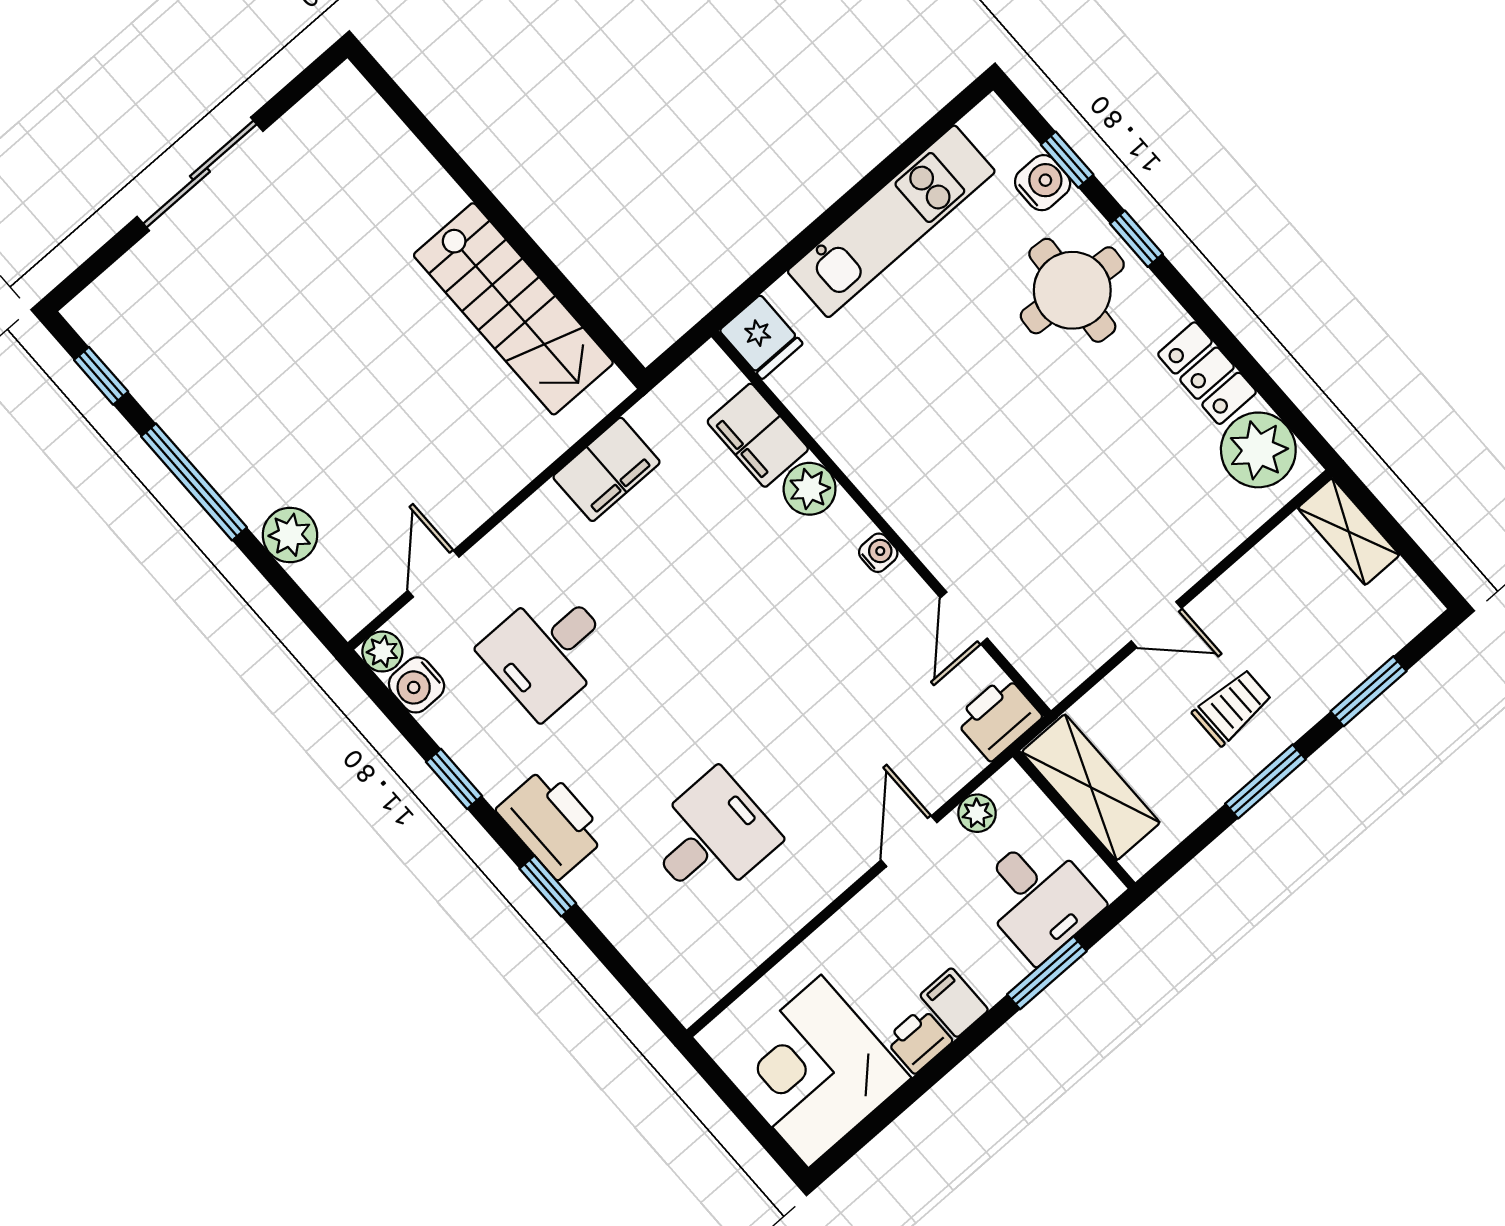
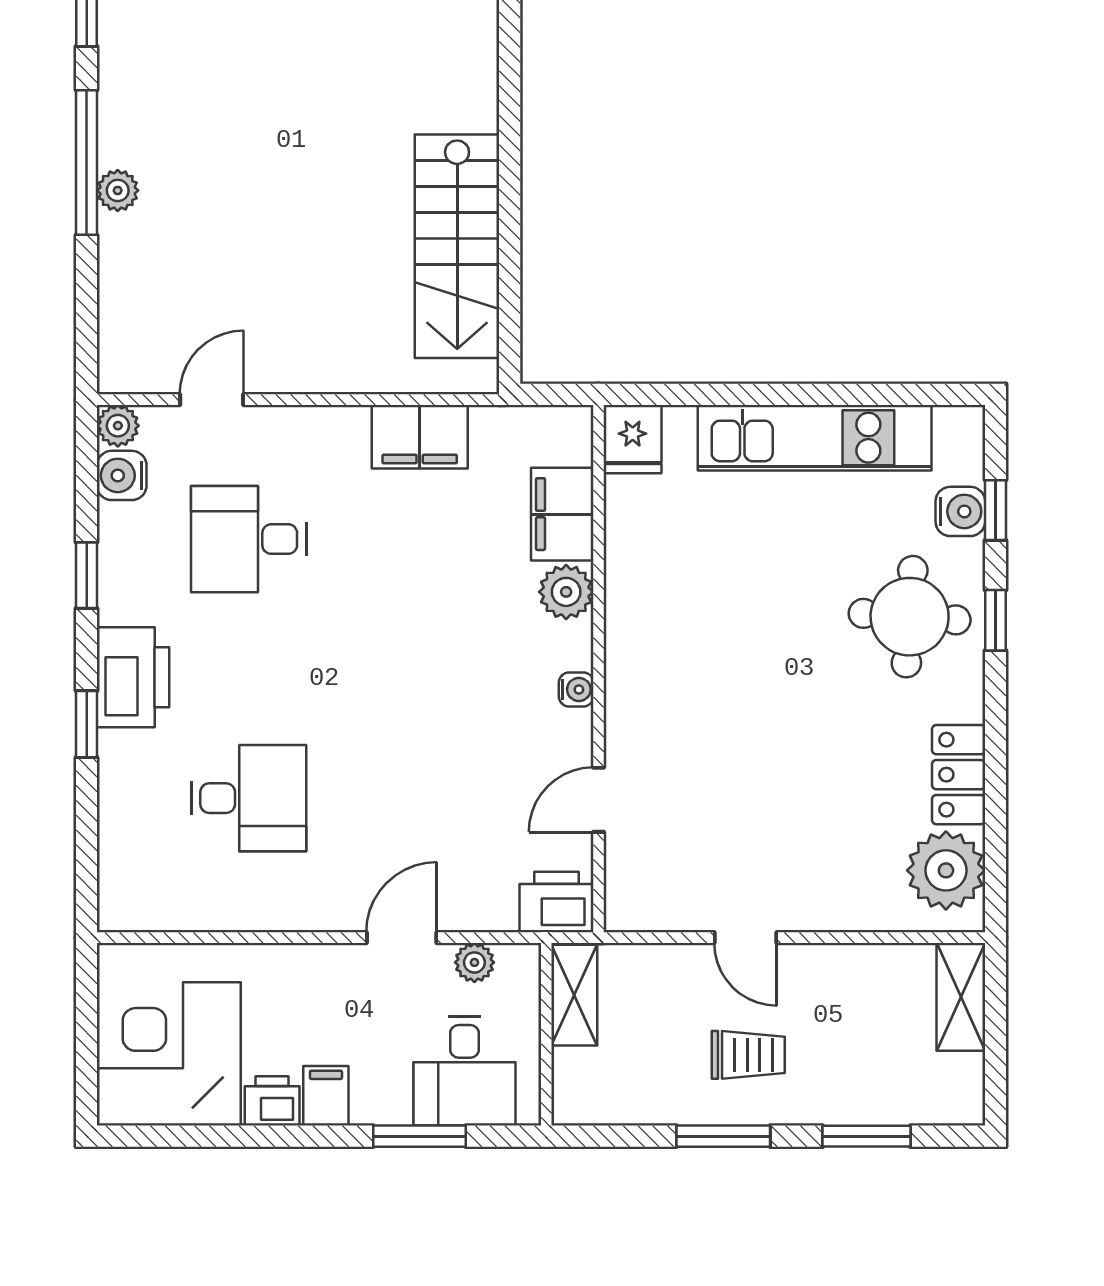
plant: (290, 535) -> (118, 190), moved, width x0.73, depth x0.73
shelving: (1091, 787) -> (574, 995), width x0.67, depth x0.75

